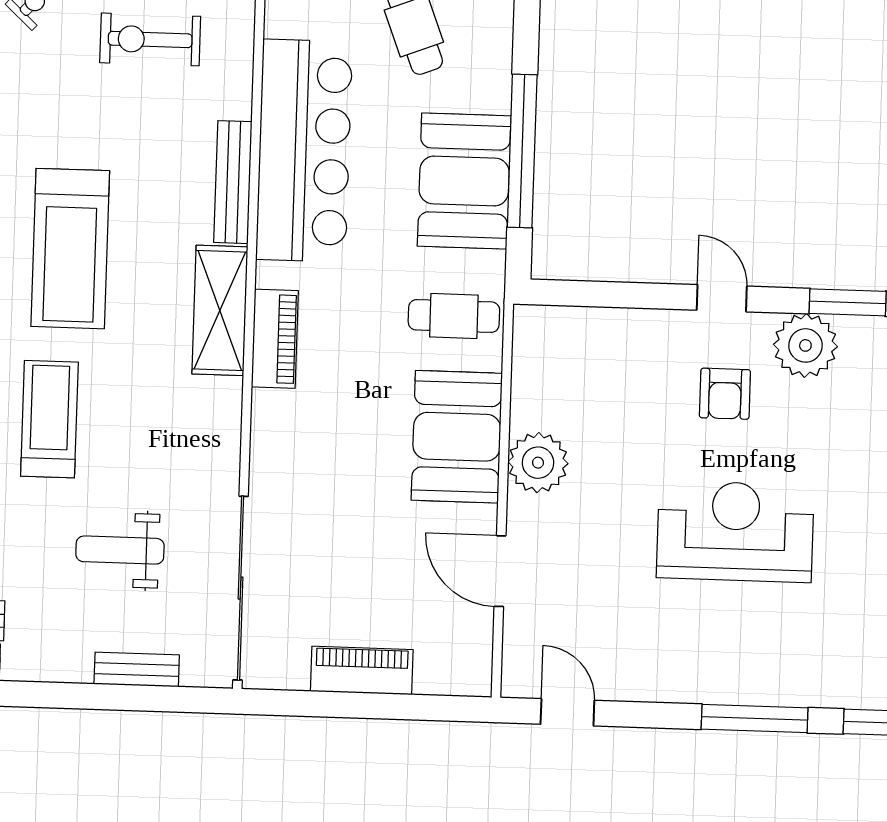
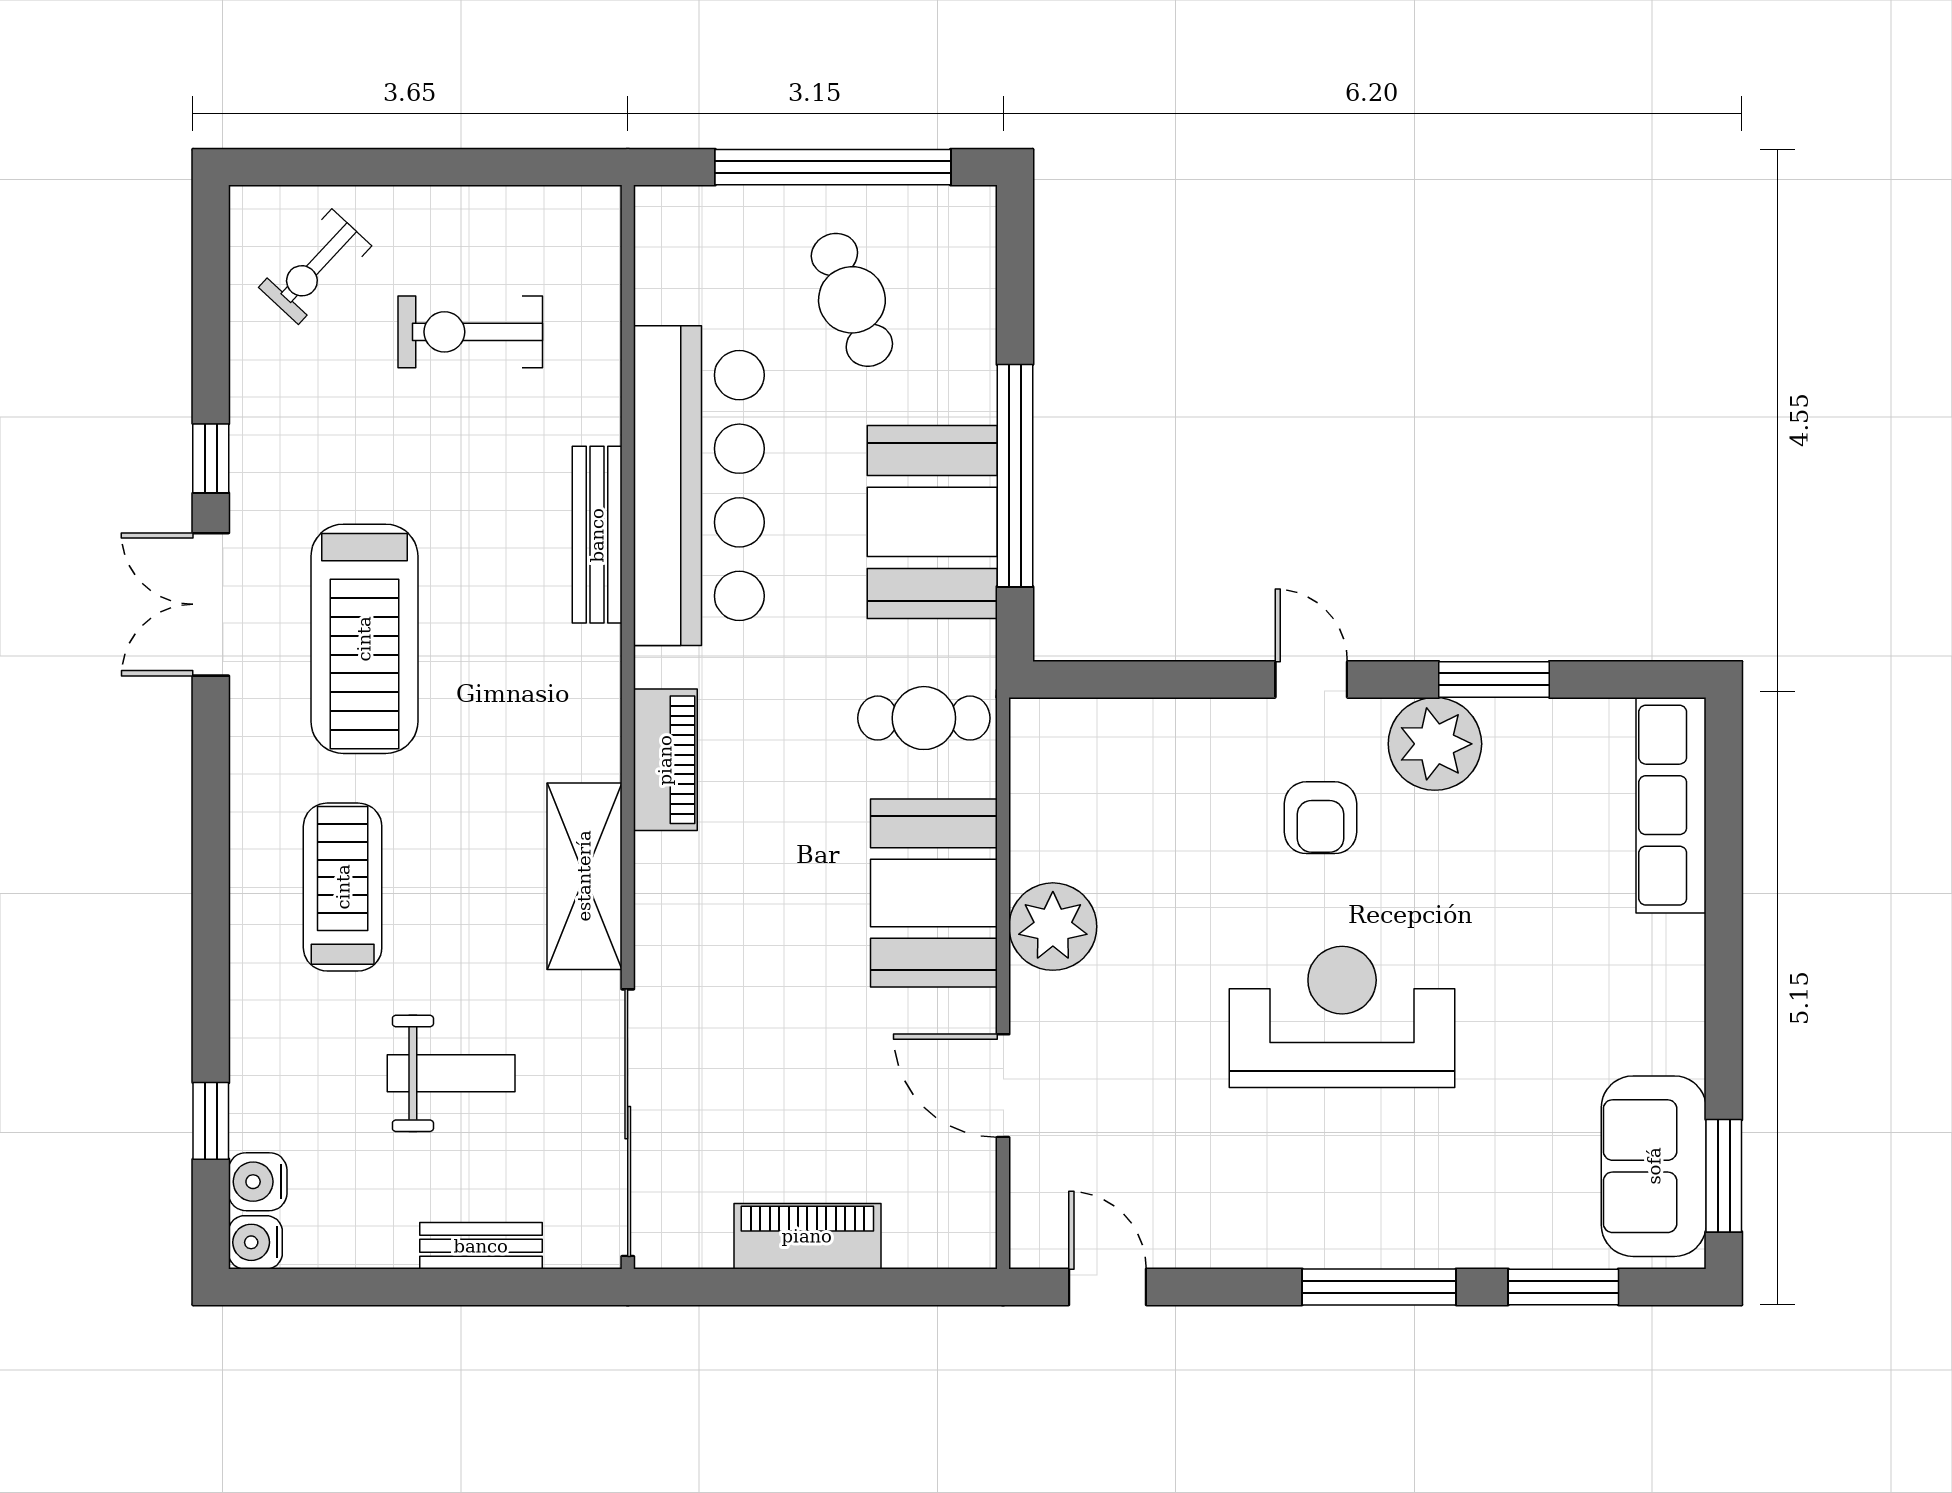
shelving: (220, 310) -> (584, 876), moved
weight bench: (120, 550) -> (451, 1073), turned 180

